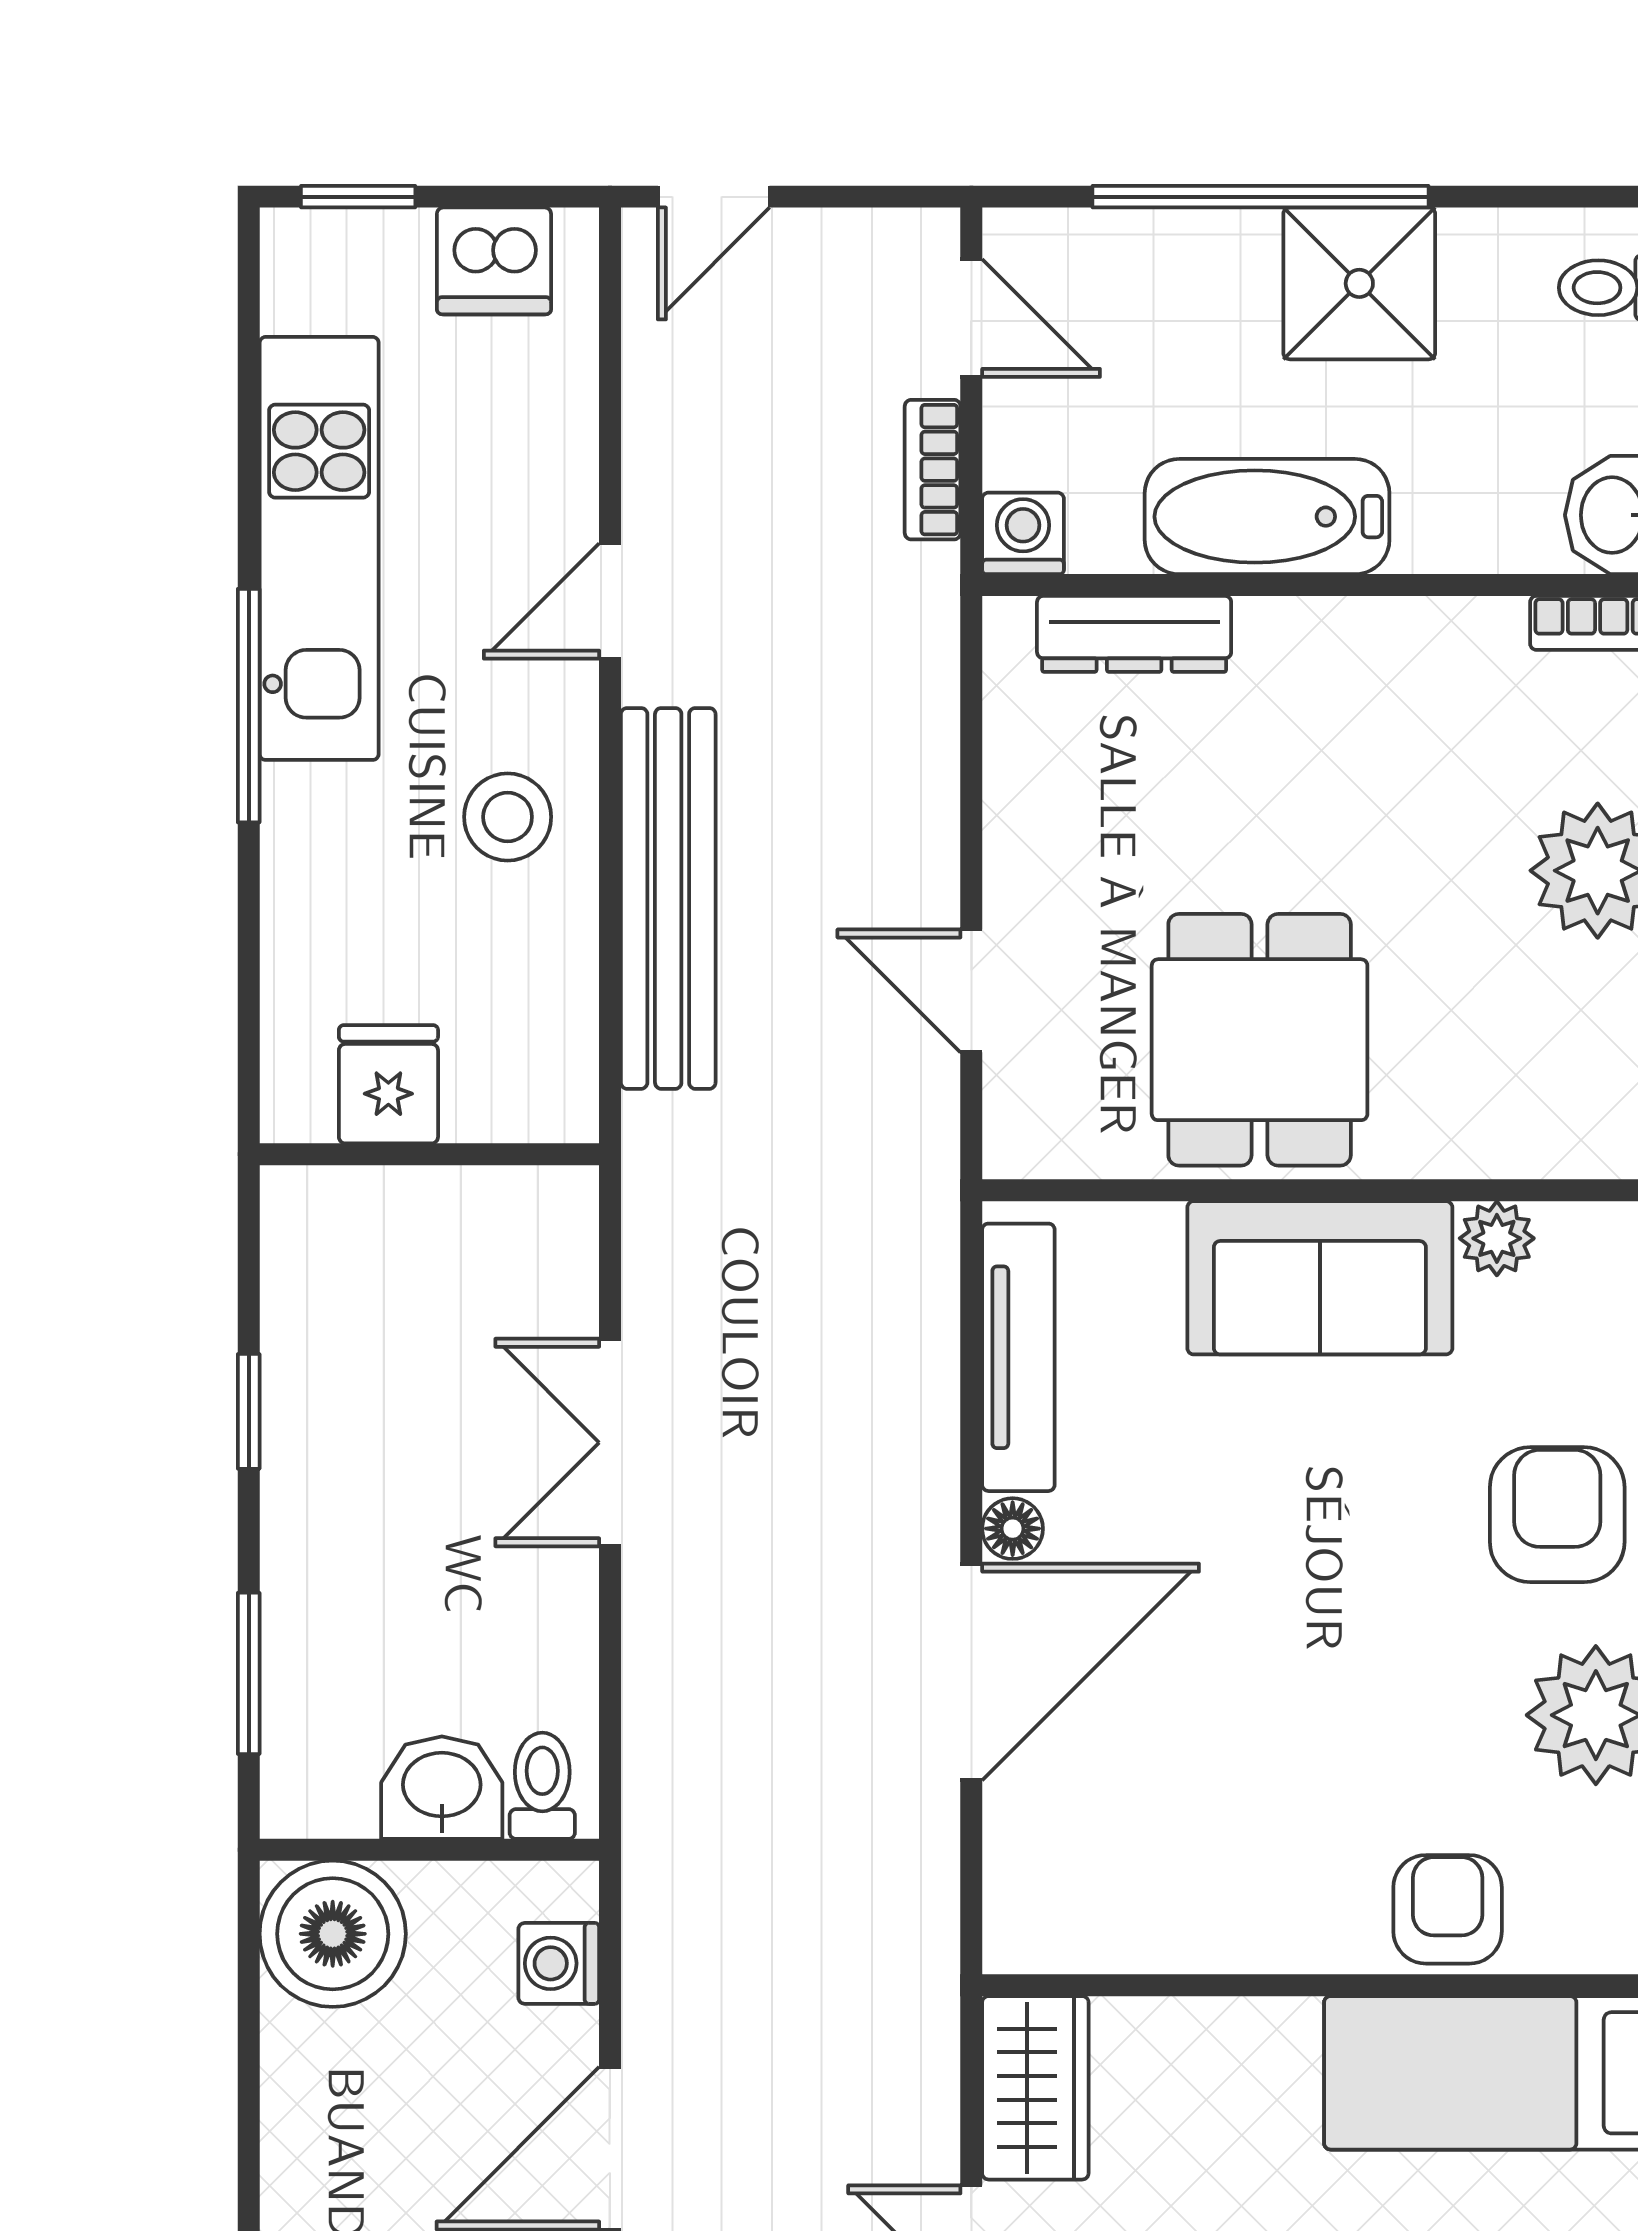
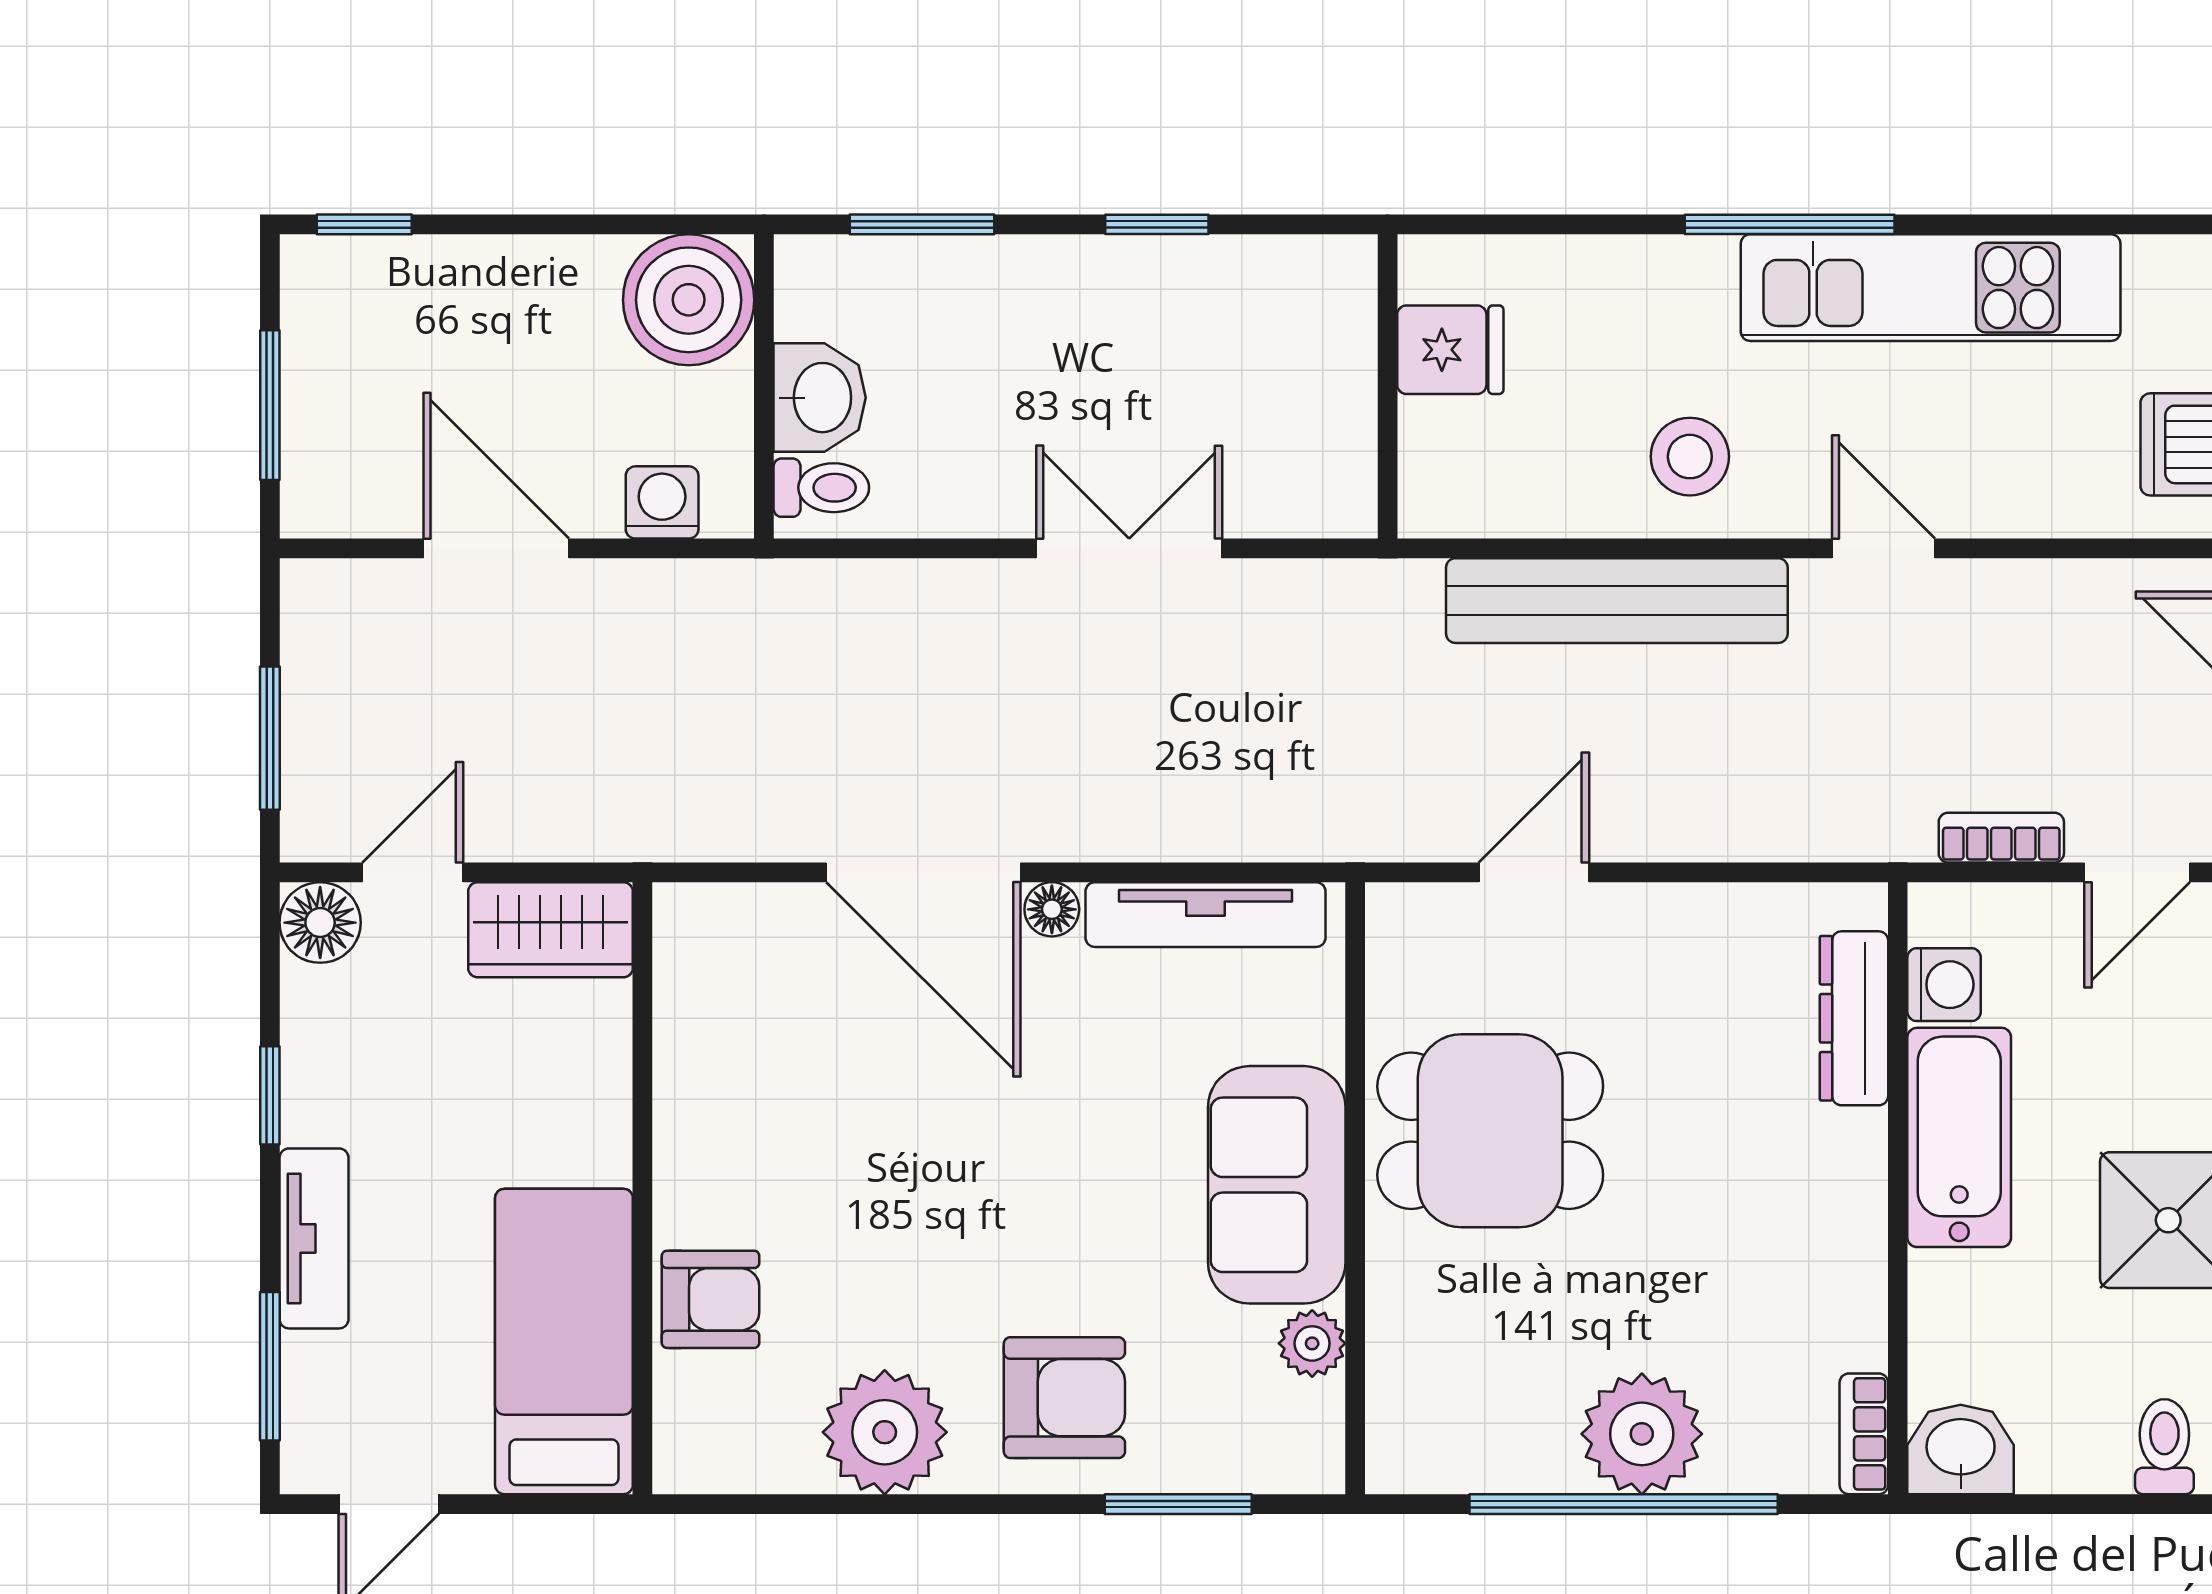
washing machine: (1023, 533) -> (1944, 985), moved

